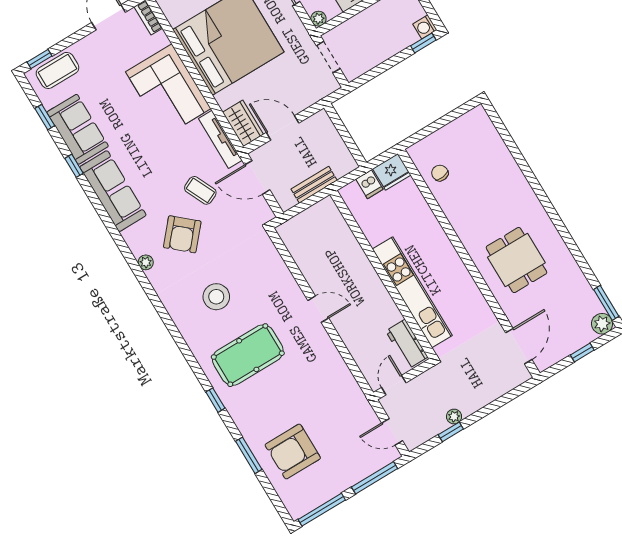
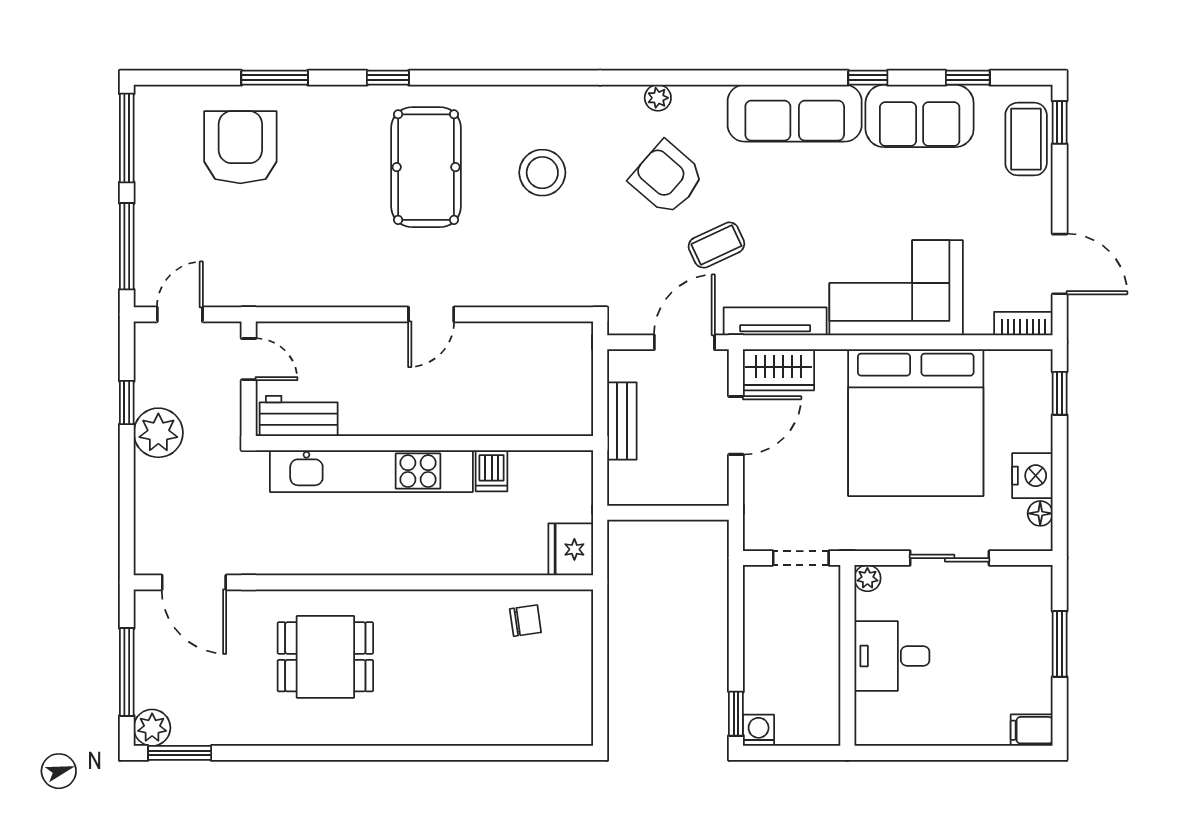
dishwasher: (369, 184) -> (492, 471), moved, turned -90
window: (582, 352) -> (127, 672), width x2.17
plant: (454, 416) -> (158, 433), width x1.87, depth x1.87

